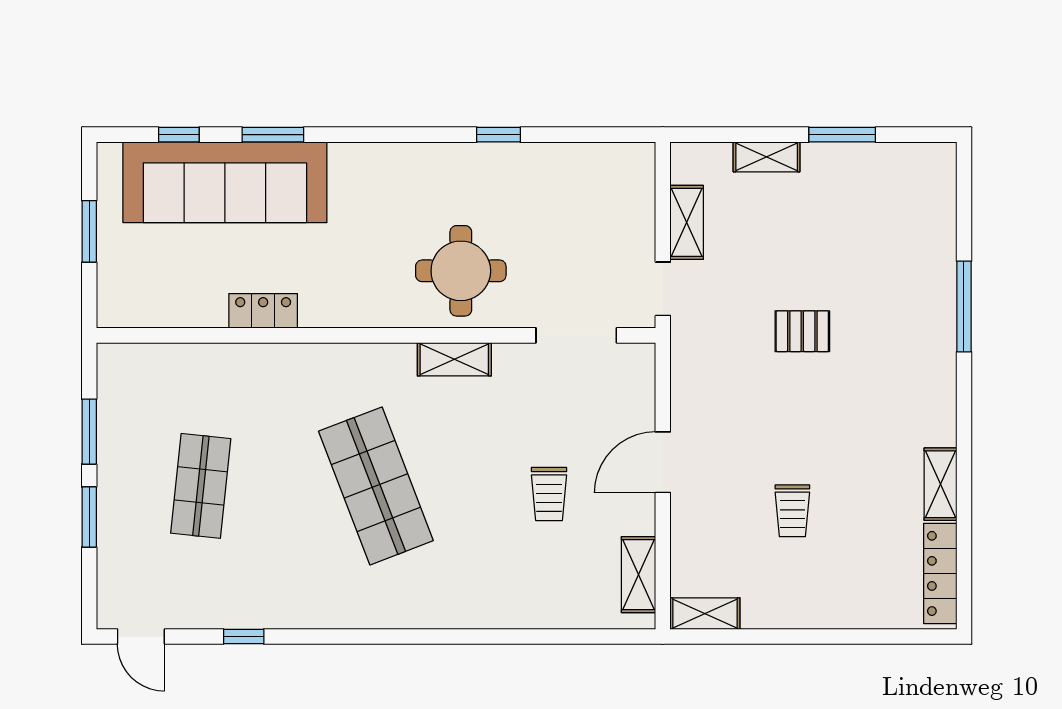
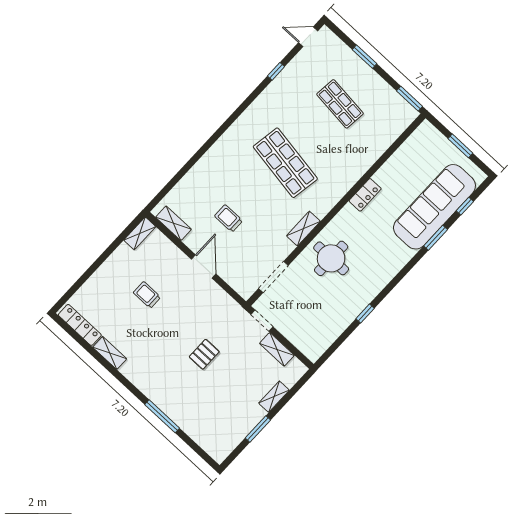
locker: (263, 311) -> (365, 195), moved
window: (89, 432) -> (410, 99), moved
shop shelf: (376, 486) -> (285, 163), turned 30

